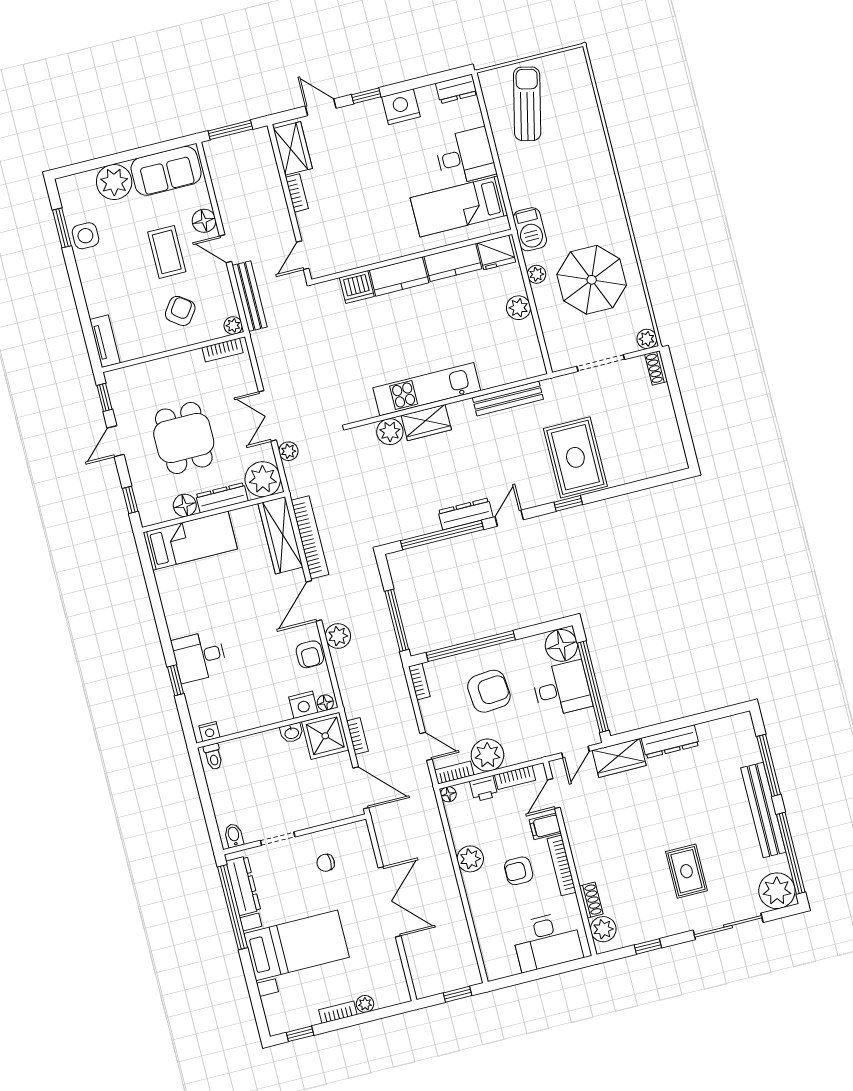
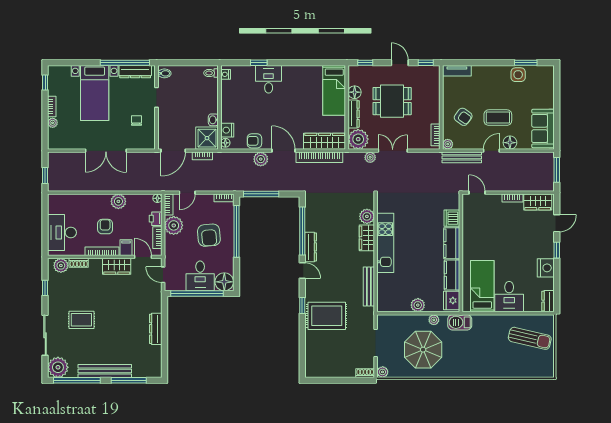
plant: (114, 182) -> (544, 98), removed
wardrobe: (619, 758) -> (117, 266), moved, turned -90

